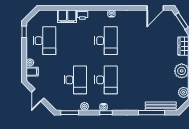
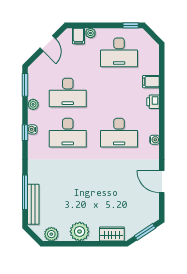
door: (155, 8) -> (162, 182), moved
filing cabinet: (67, 16) -> (151, 82), width x0.50
door: (38, 95) -> (48, 43), swing flipped

